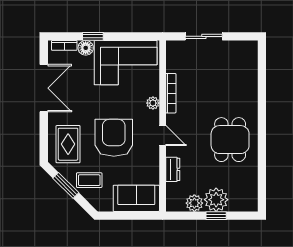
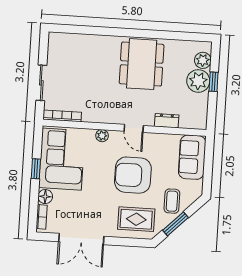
window: (93, 36) -> (36, 169), moved
double door: (44, 88) -> (81, 239), swing flipped
bookcase: (171, 93) -> (62, 116), moved
door: (163, 136) -> (134, 128), swing flipped
dining table: (230, 140) -> (142, 64), width x1.38
plant: (194, 203) -> (203, 60), moved

